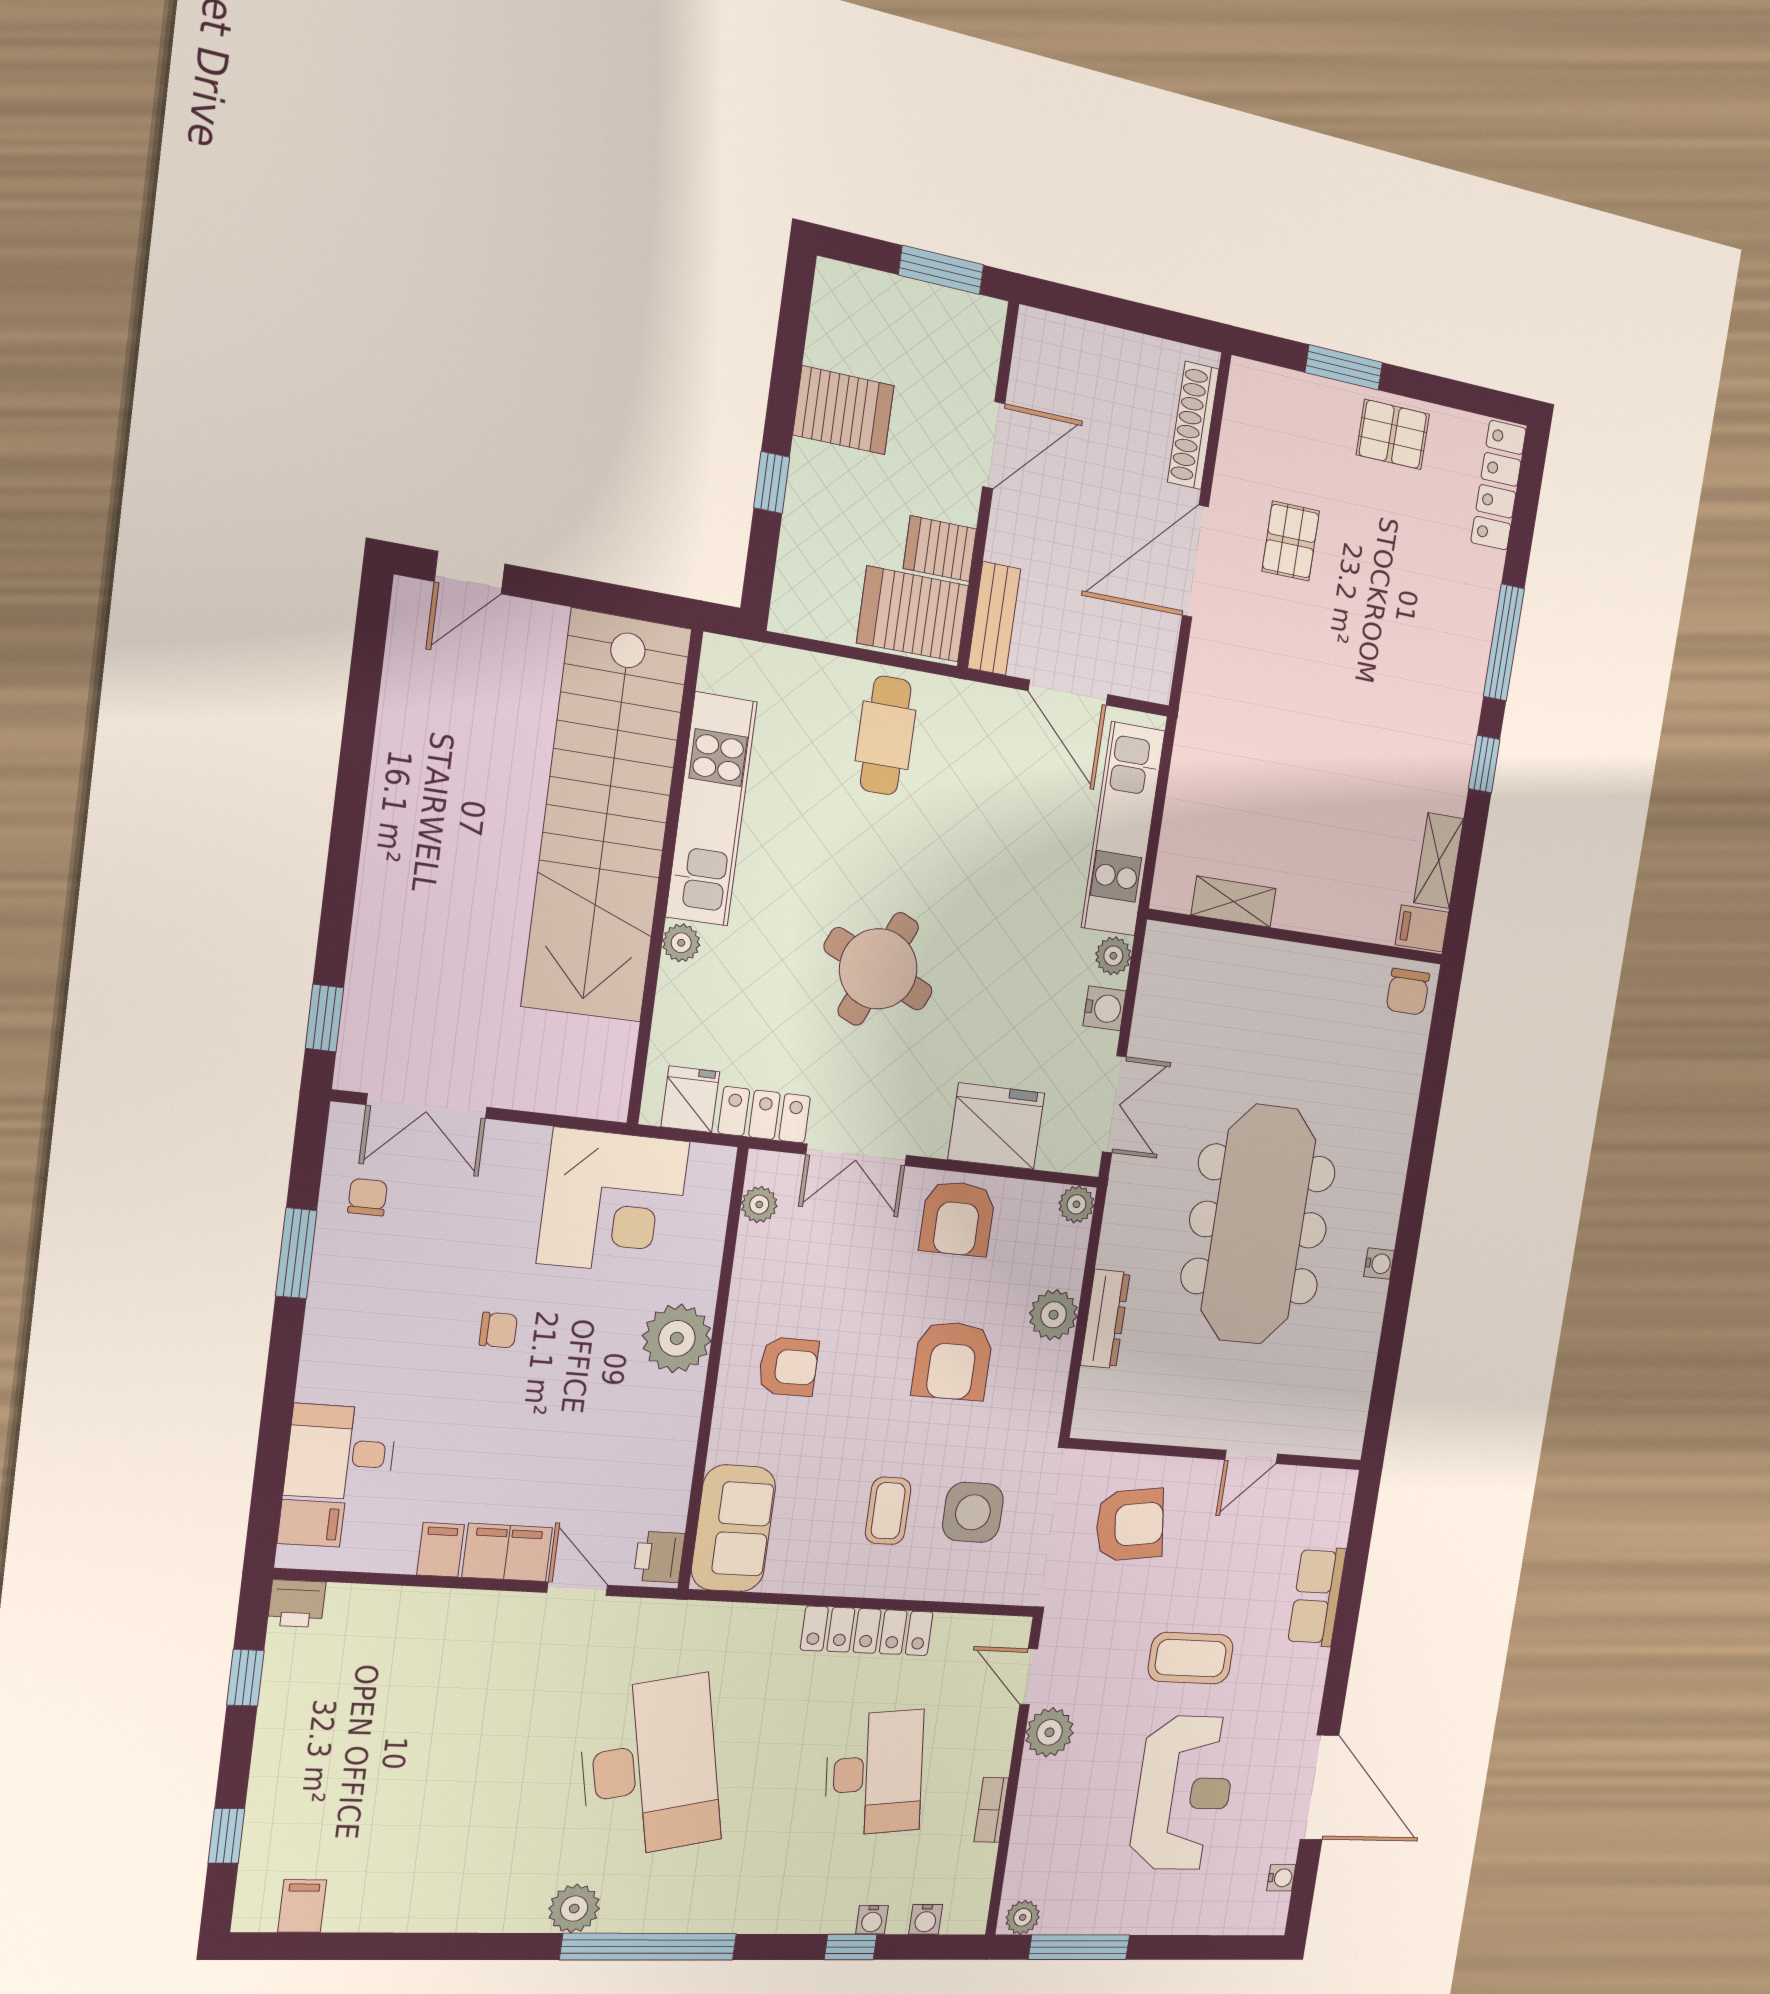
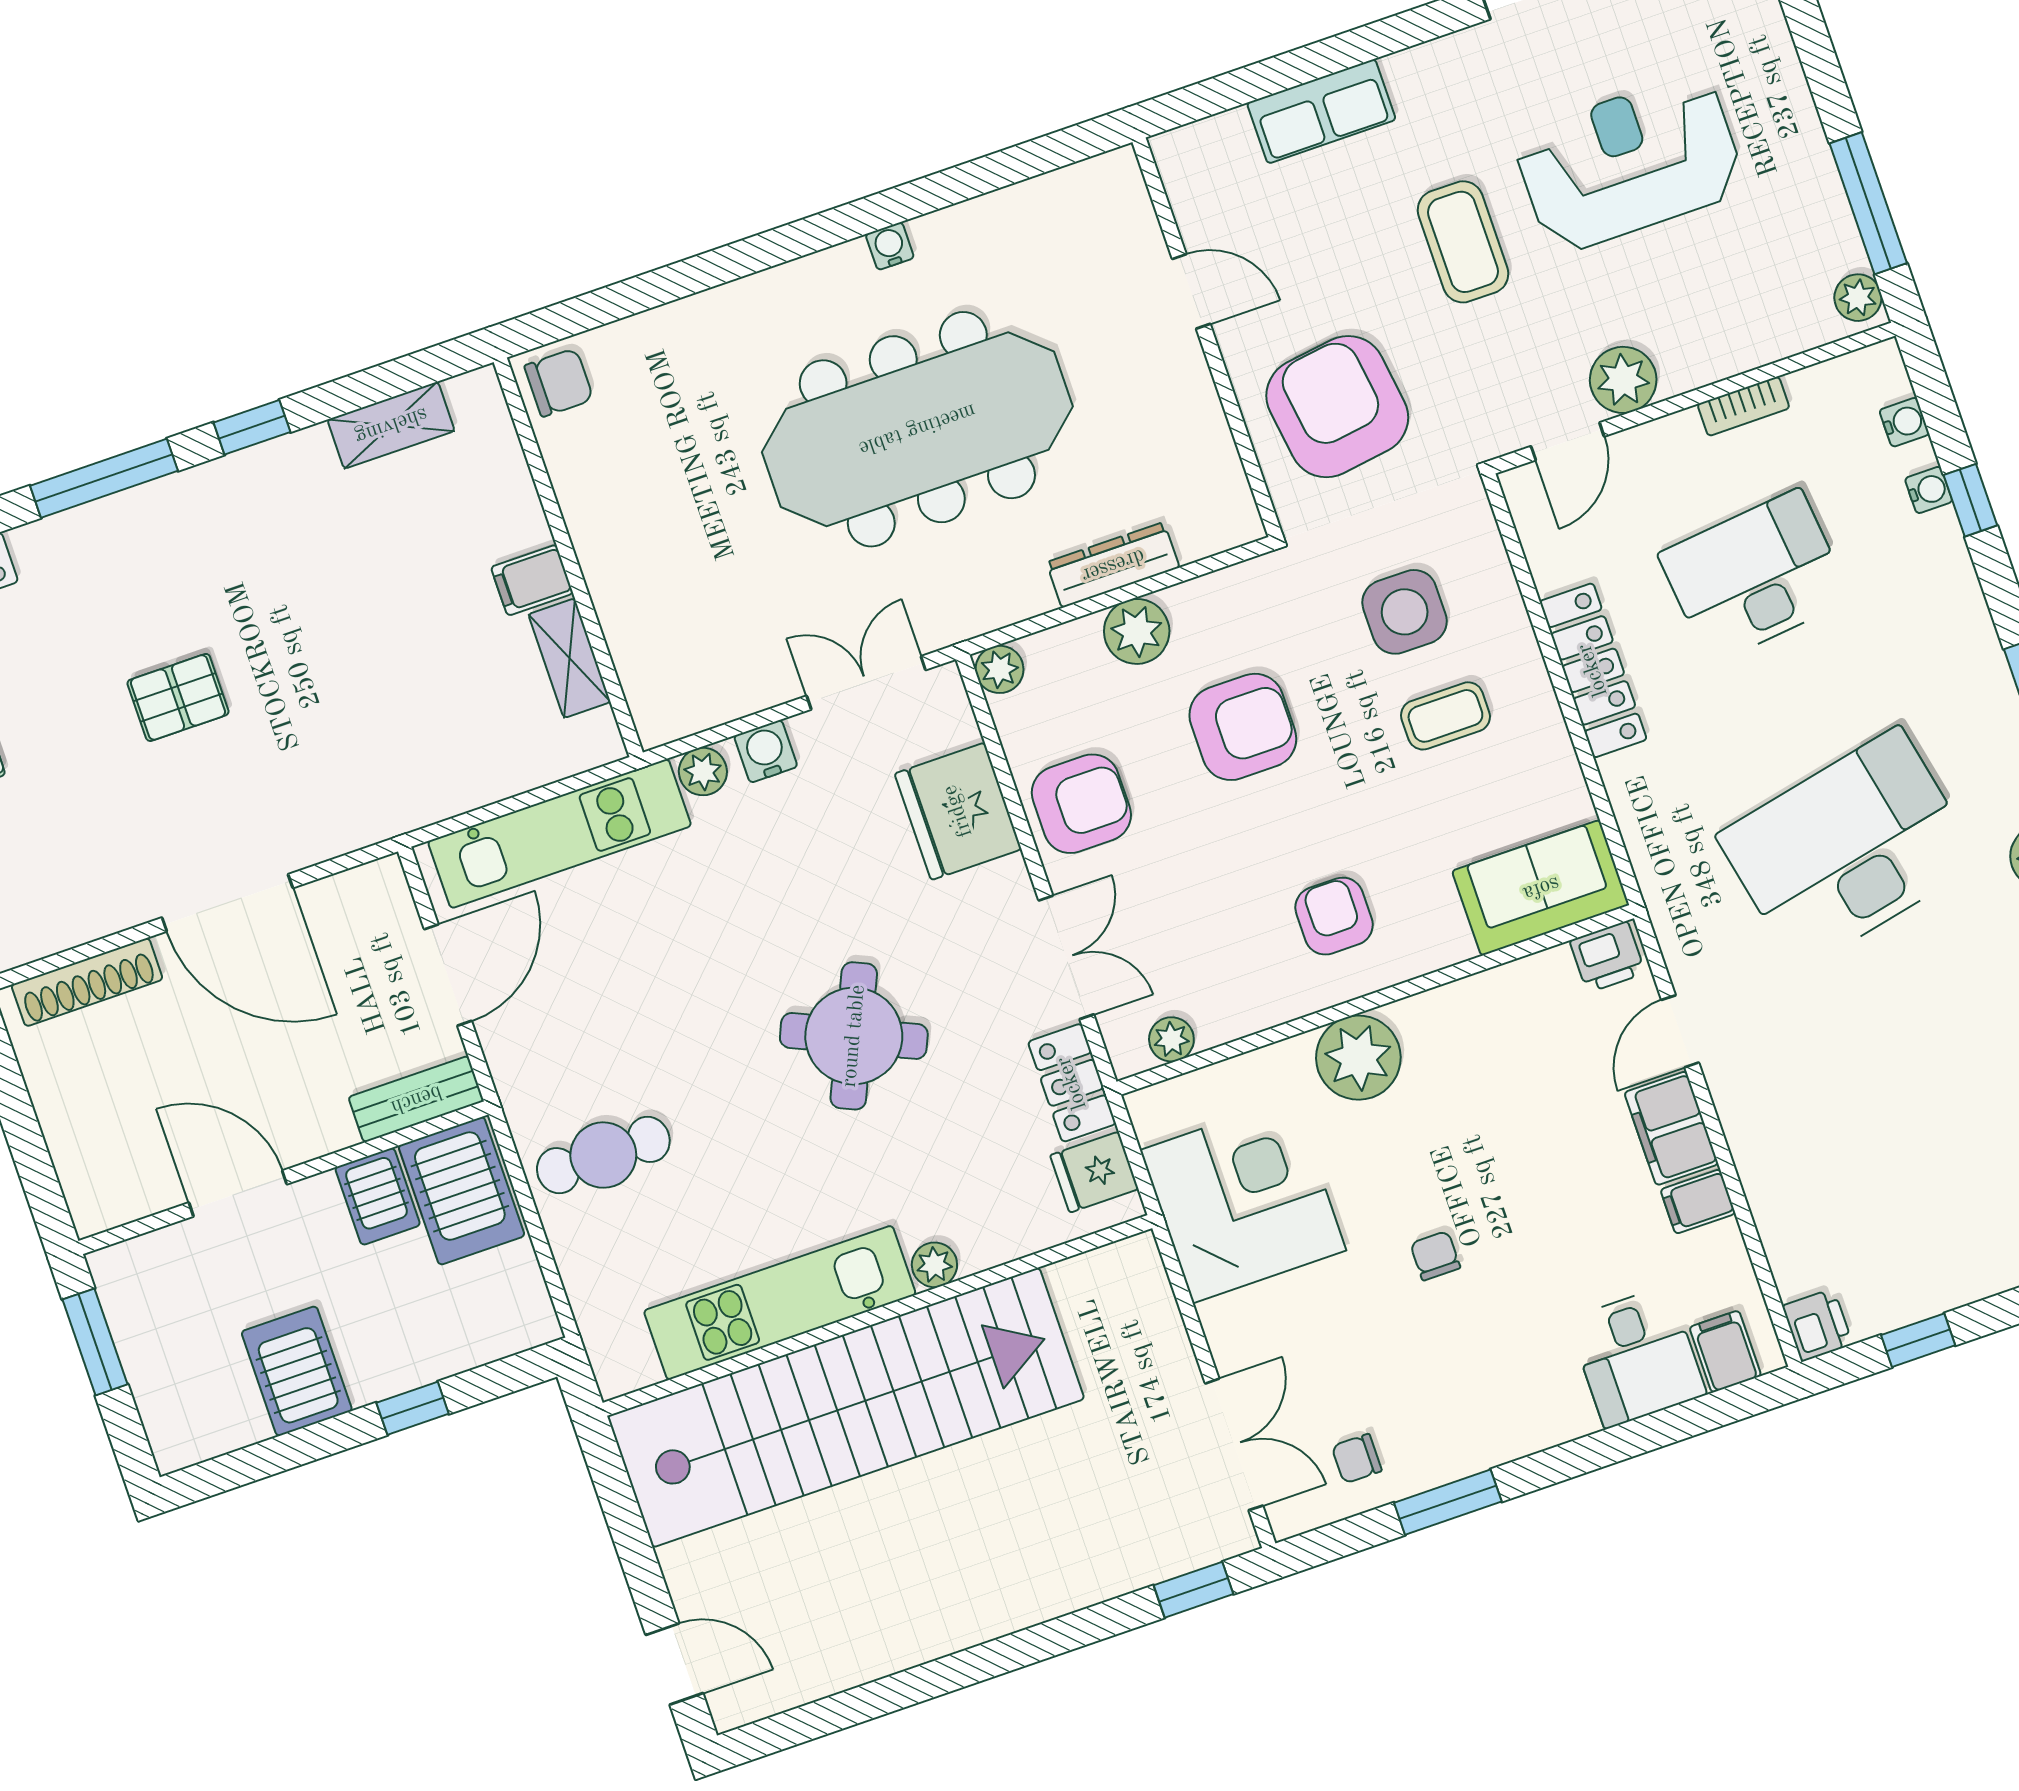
pallet: (1291, 541) -> (178, 697), moved
filing cabinet: (1422, 928) -> (532, 580), moved, turned 90
armchair: (1130, 1525) -> (1337, 407), width x1.36, depth x1.36

